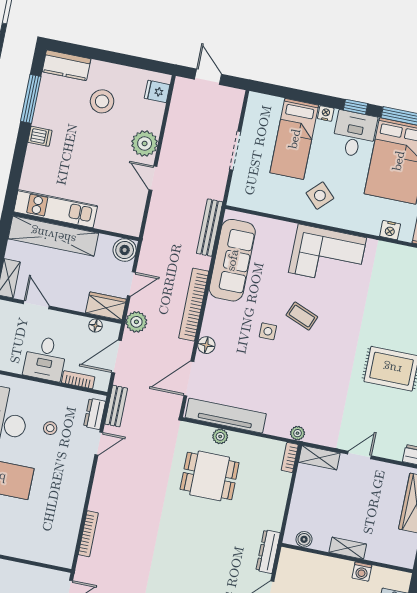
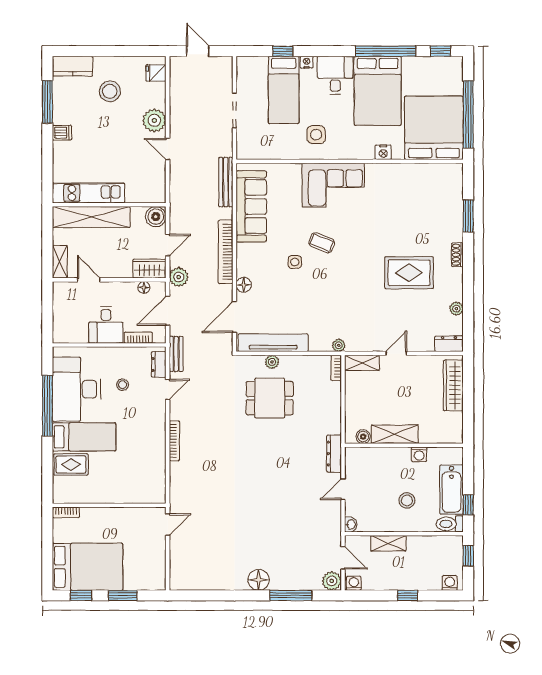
window: (355, 107) -> (283, 51), moved
side table: (320, 196) -> (316, 135), turned 45
bookcase: (88, 534) -> (174, 441), moved
shelving: (348, 548) -> (395, 434), width x1.50, depth x1.33

